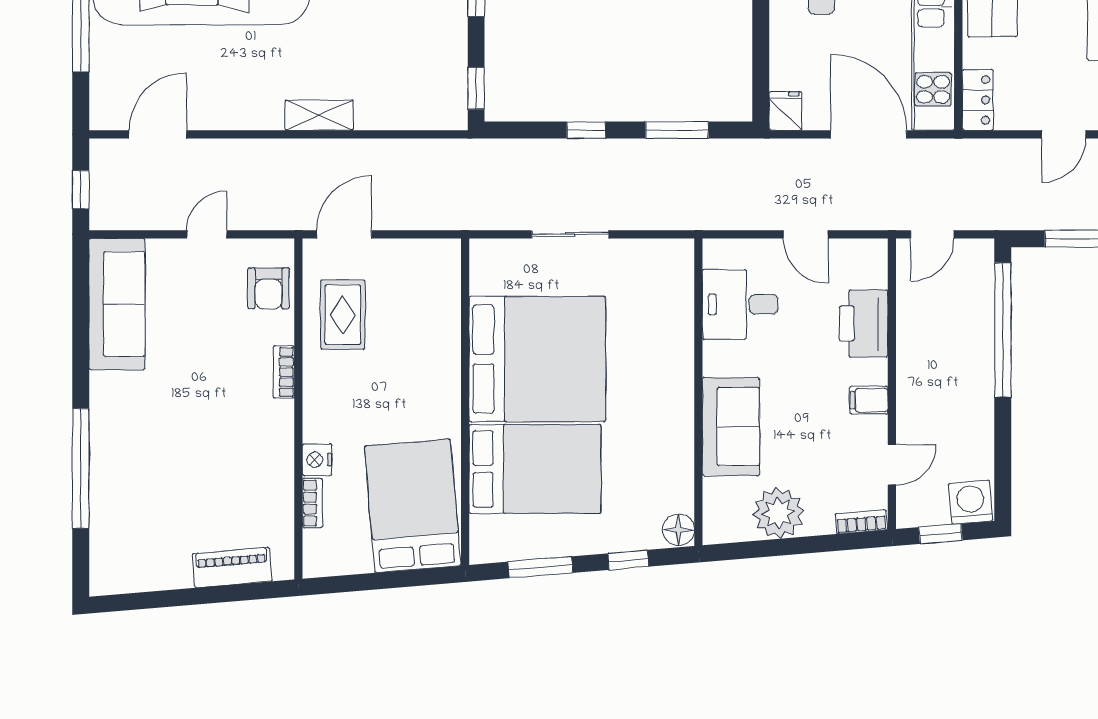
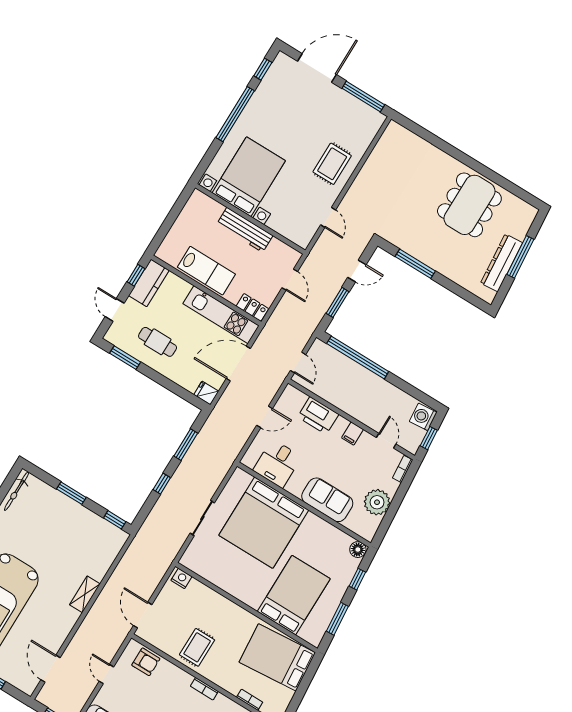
rug: (343, 315) -> (197, 647), moved, turned 90
bed: (537, 359) -> (264, 523), moved, turned 180
bookcase: (284, 372) -> (204, 689), moved
nightstand: (317, 460) -> (181, 578), moved, turned 180

